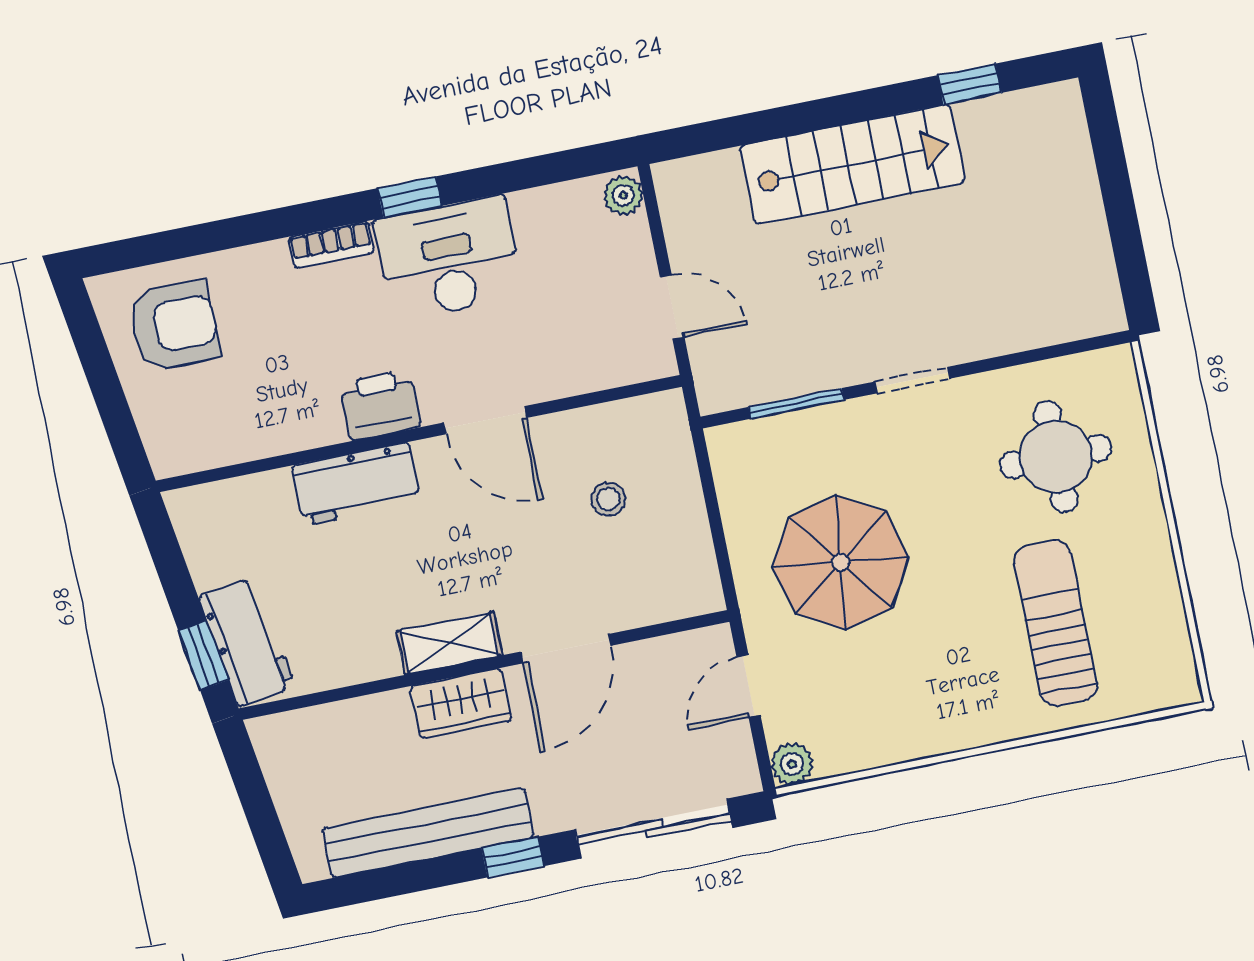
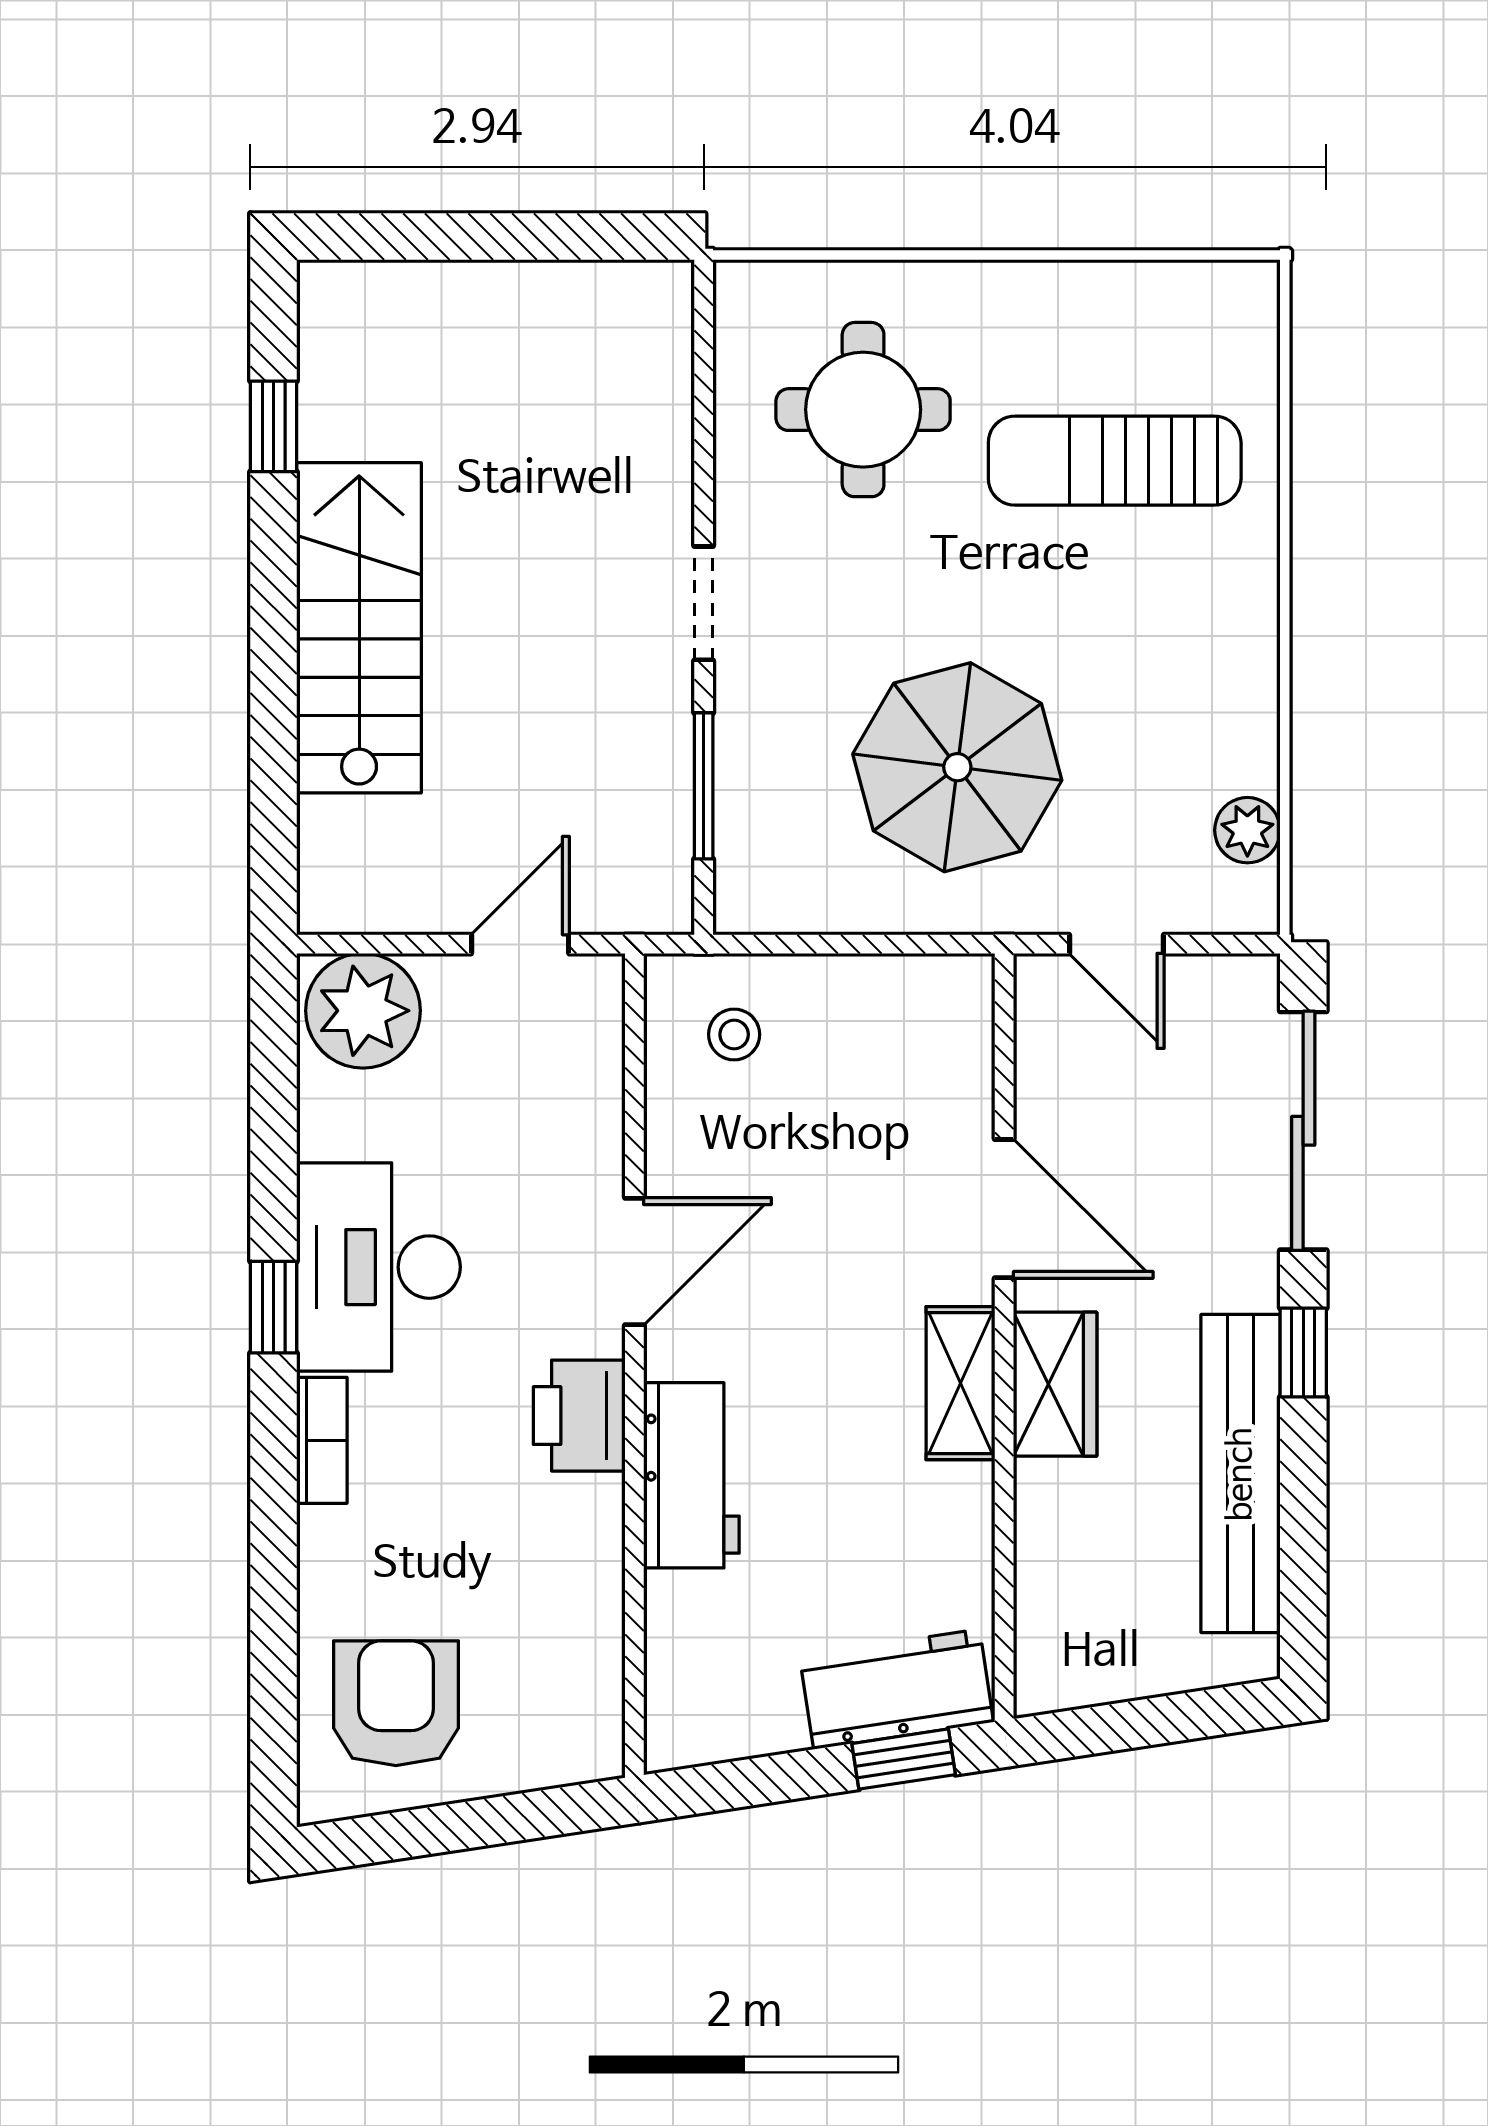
plant: (623, 195) -> (363, 1011), width x1.87, depth x1.87
stool: (608, 499) -> (734, 1034), moved
plant: (792, 764) -> (1247, 830), moved

